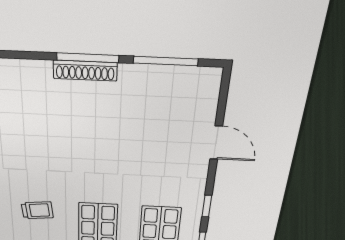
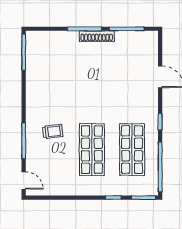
shoe rack: (85, 71) -> (97, 36), moved

